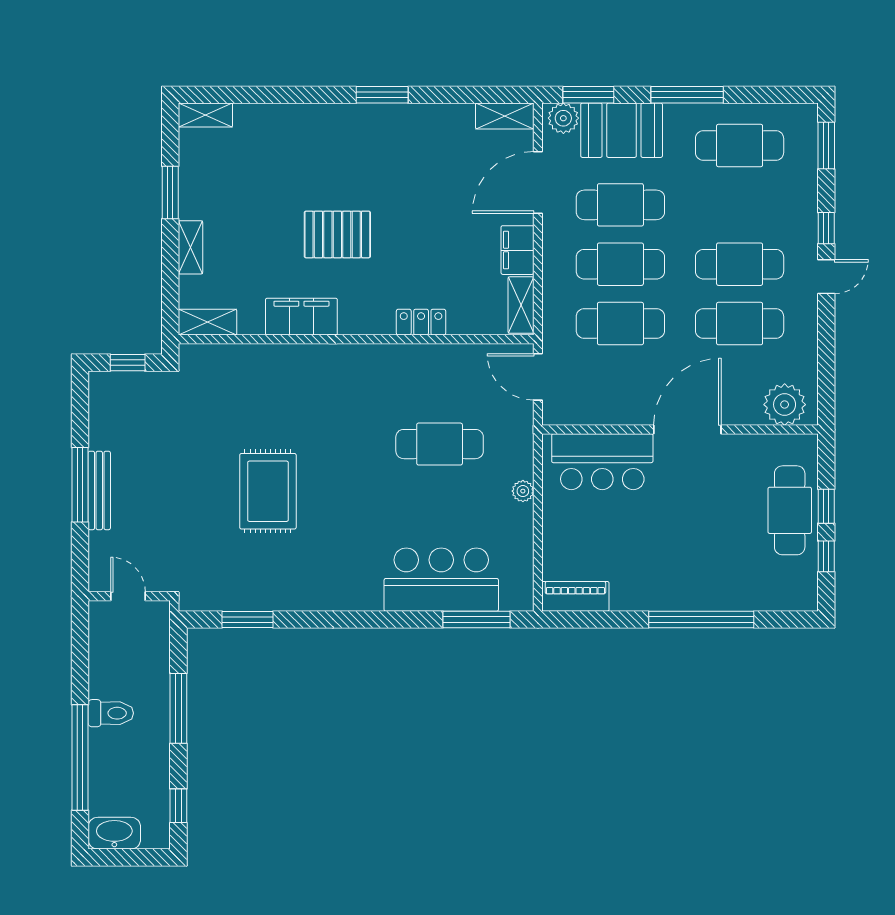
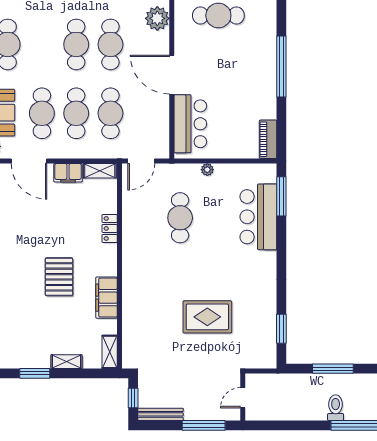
bench: (99, 490) -> (161, 414), moved
door: (128, 596) -> (243, 398), moved
wall: (129, 596) -> (243, 397), moved

